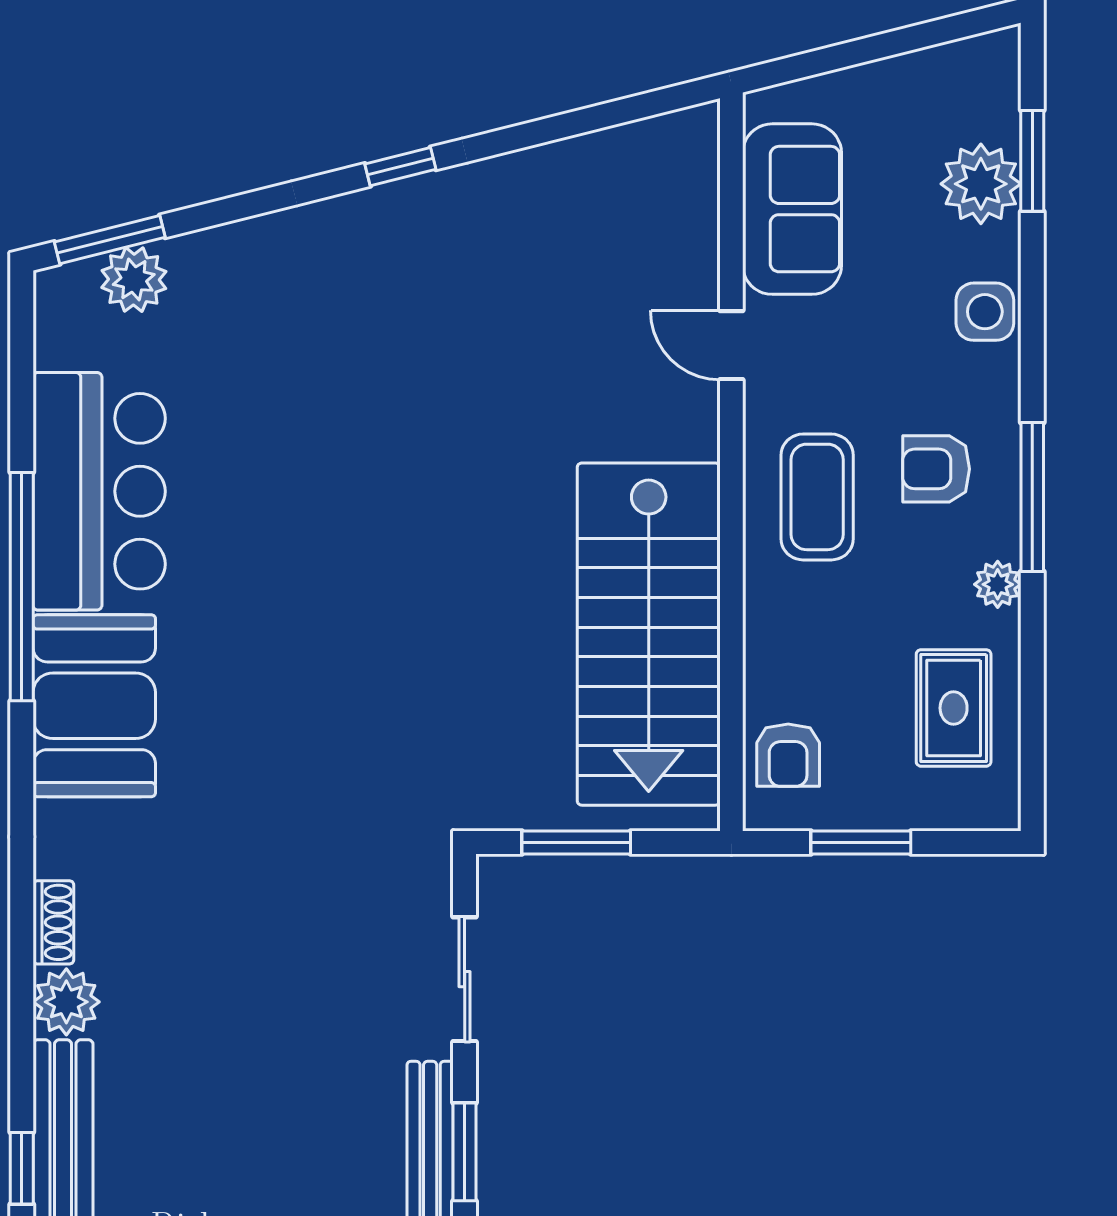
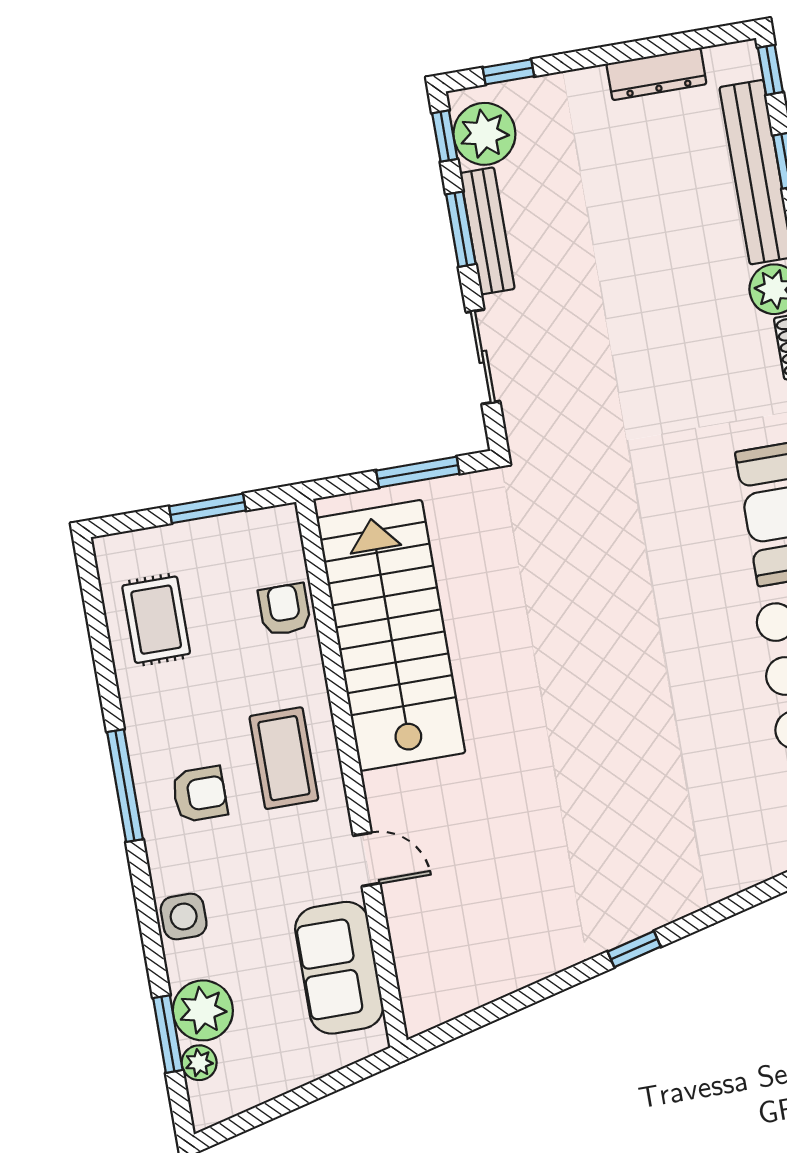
plant: (998, 584) -> (199, 1063), moved
armchair: (788, 755) -> (284, 609), moved

